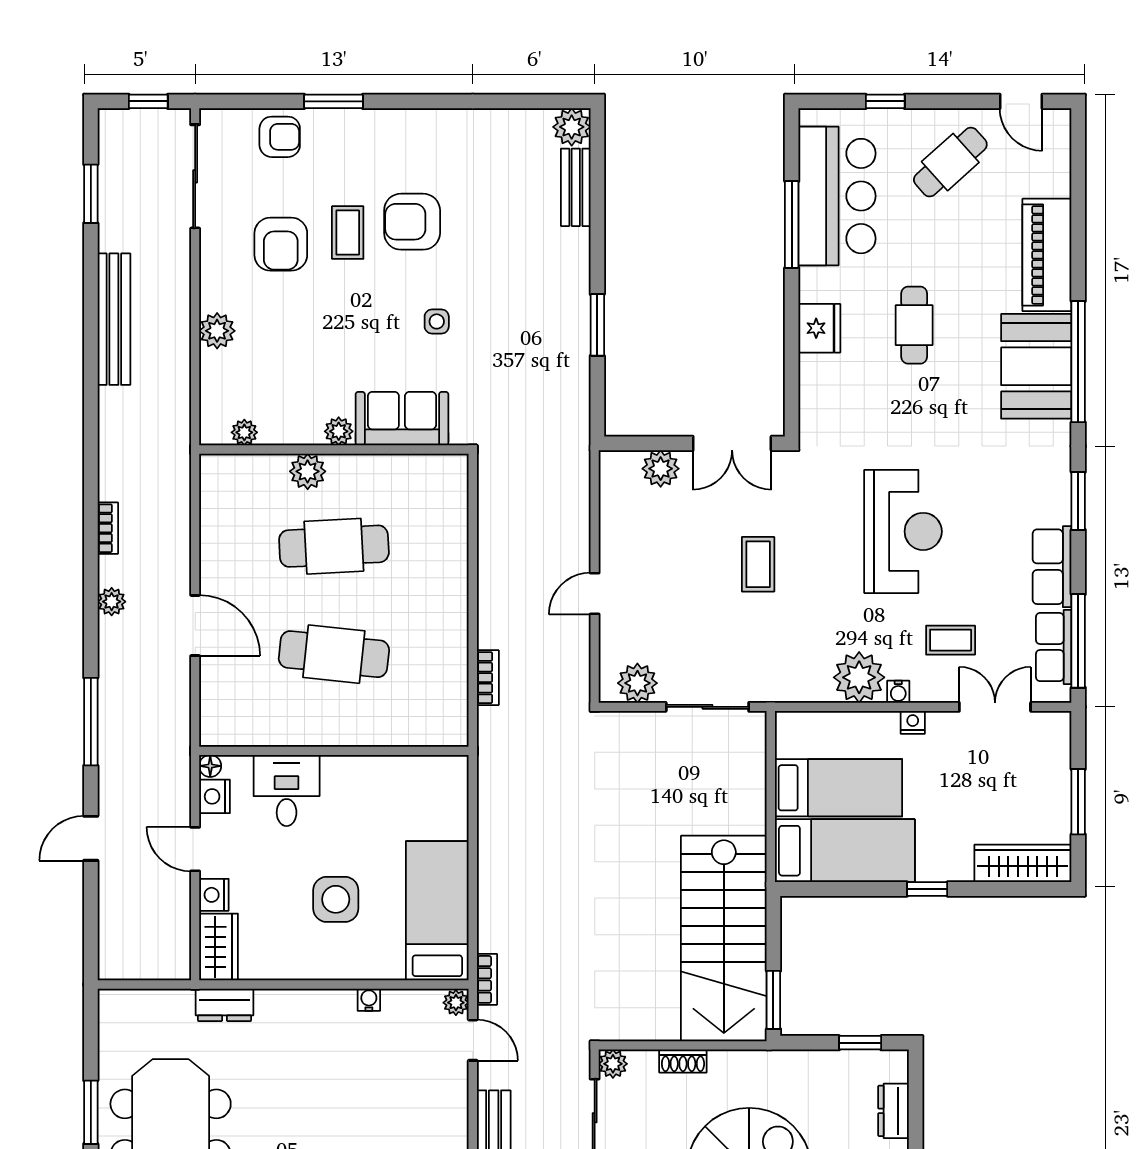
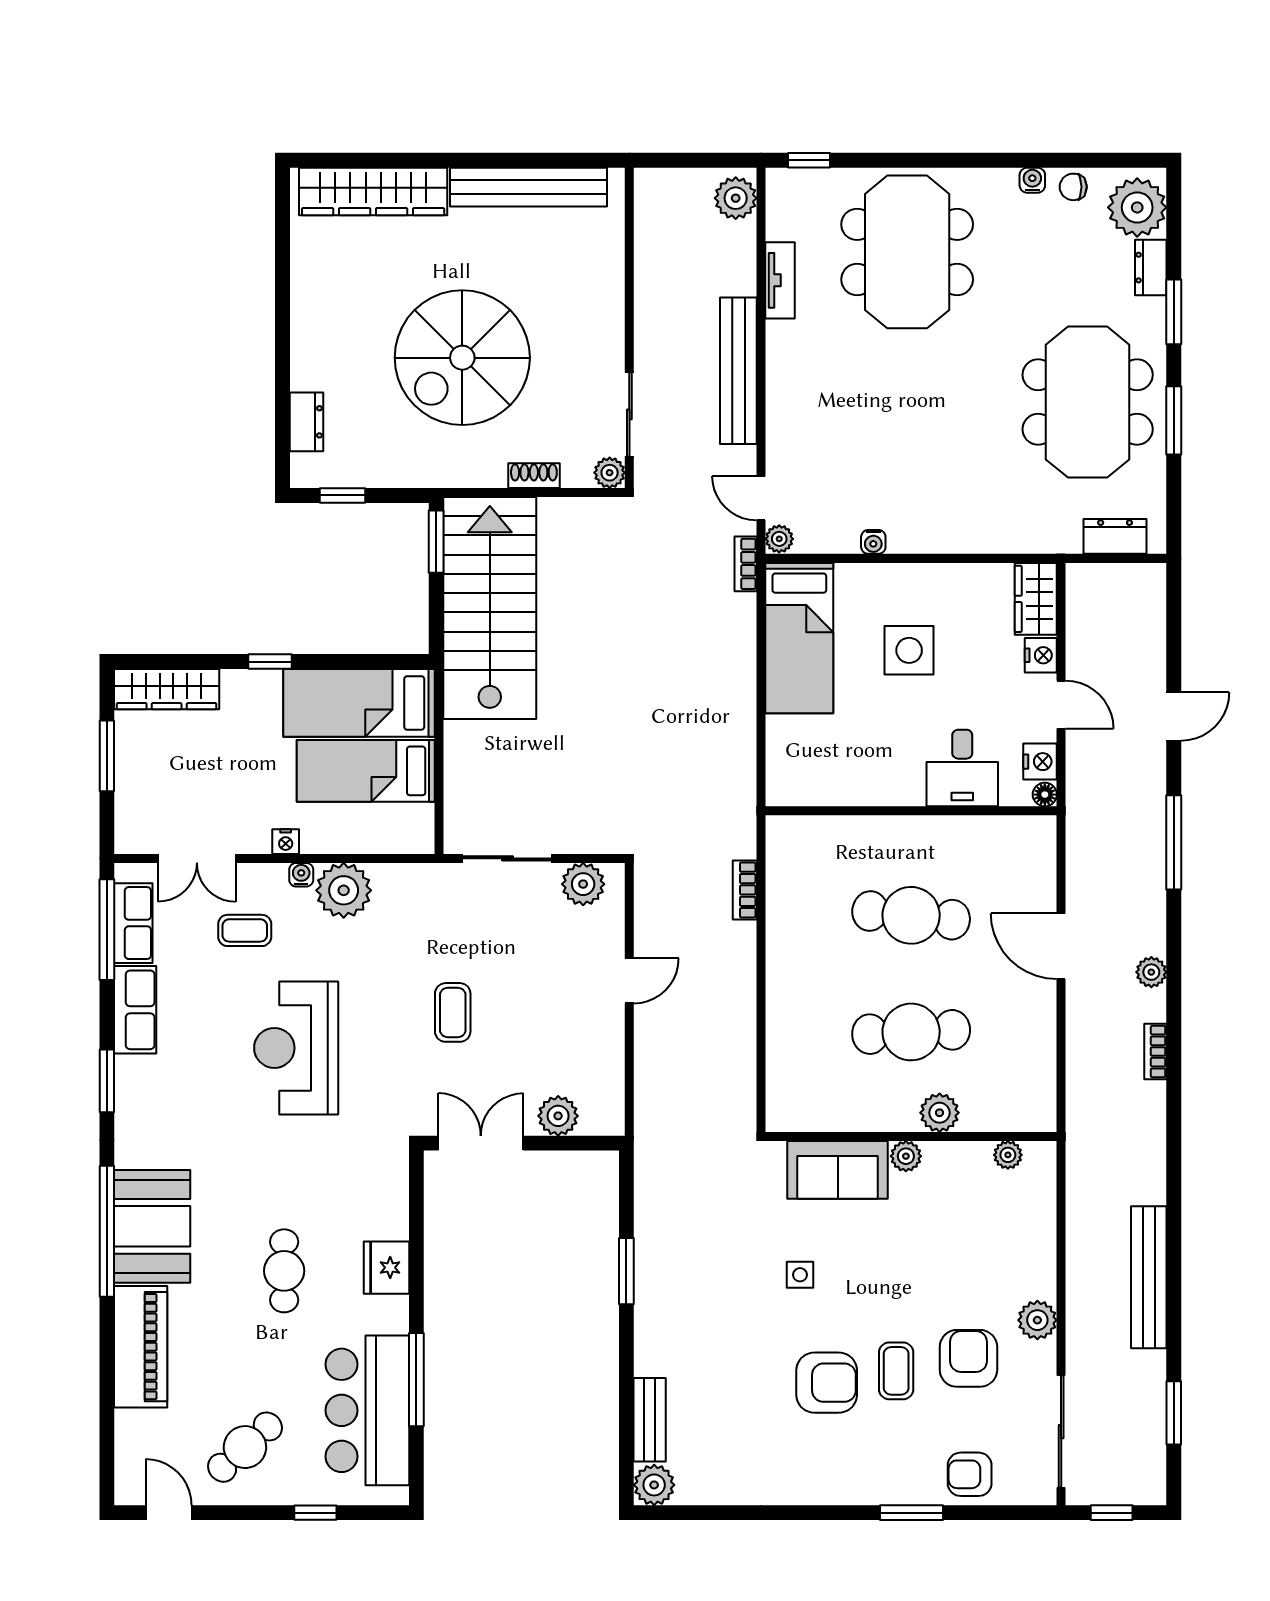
plant: (217, 331) -> (1037, 1320), moved
dresser: (225, 1005) -> (1115, 536), moved

